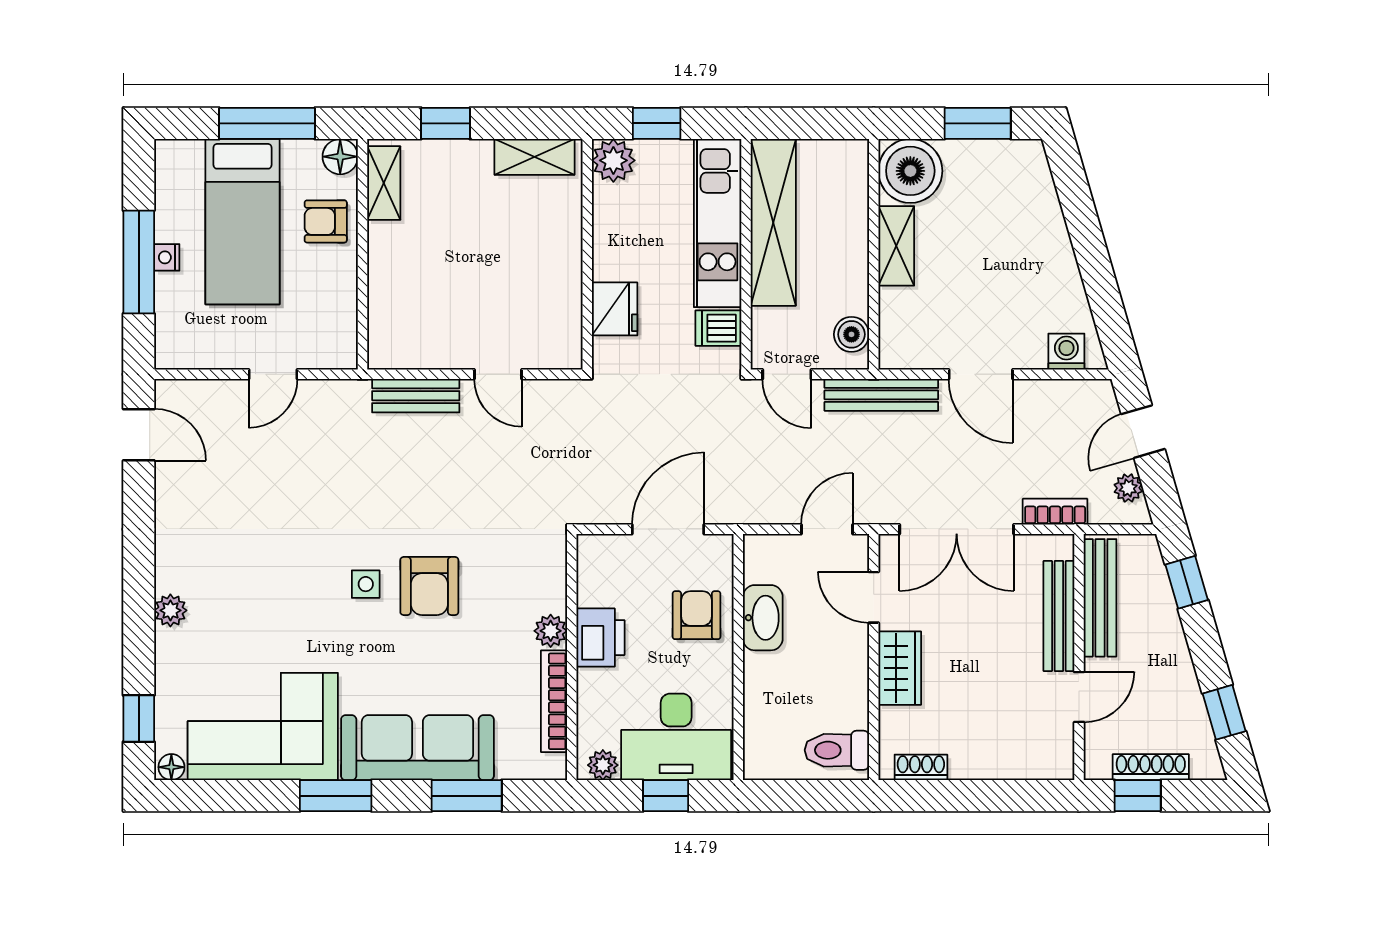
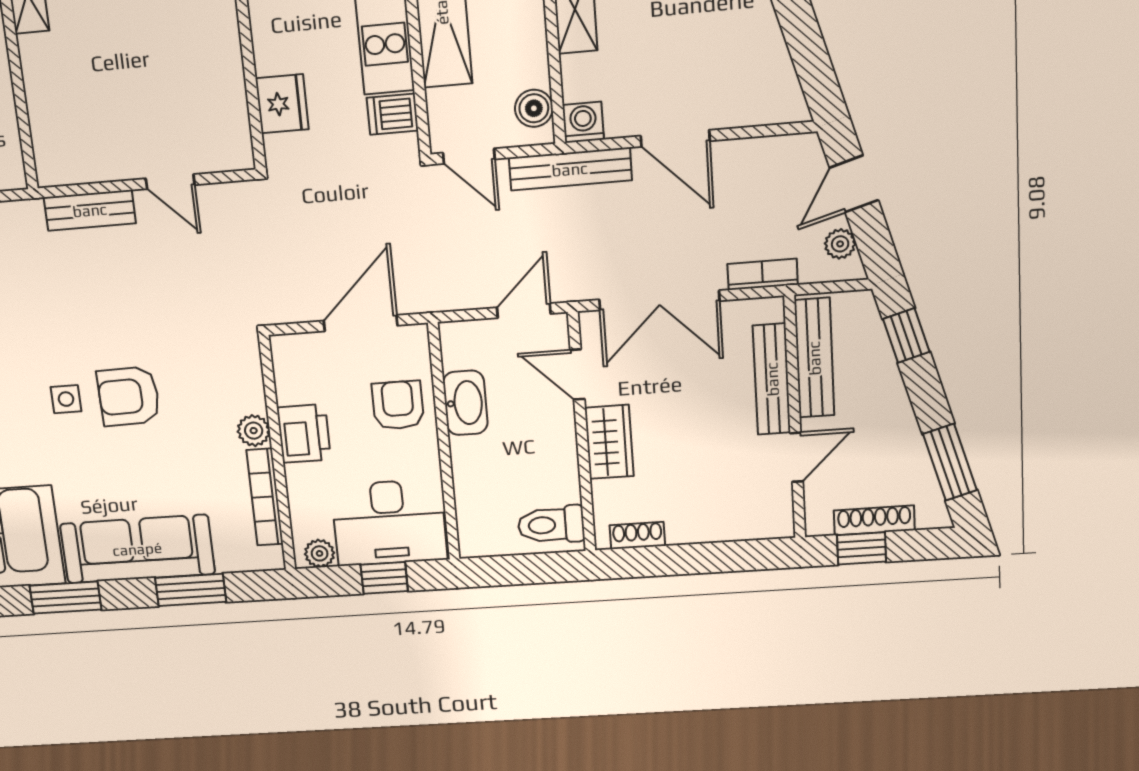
washing machine: (1066, 352) -> (583, 122), moved
armchair: (429, 586) -> (129, 396), turned 89
window: (1224, 712) -> (950, 462), width x1.50

